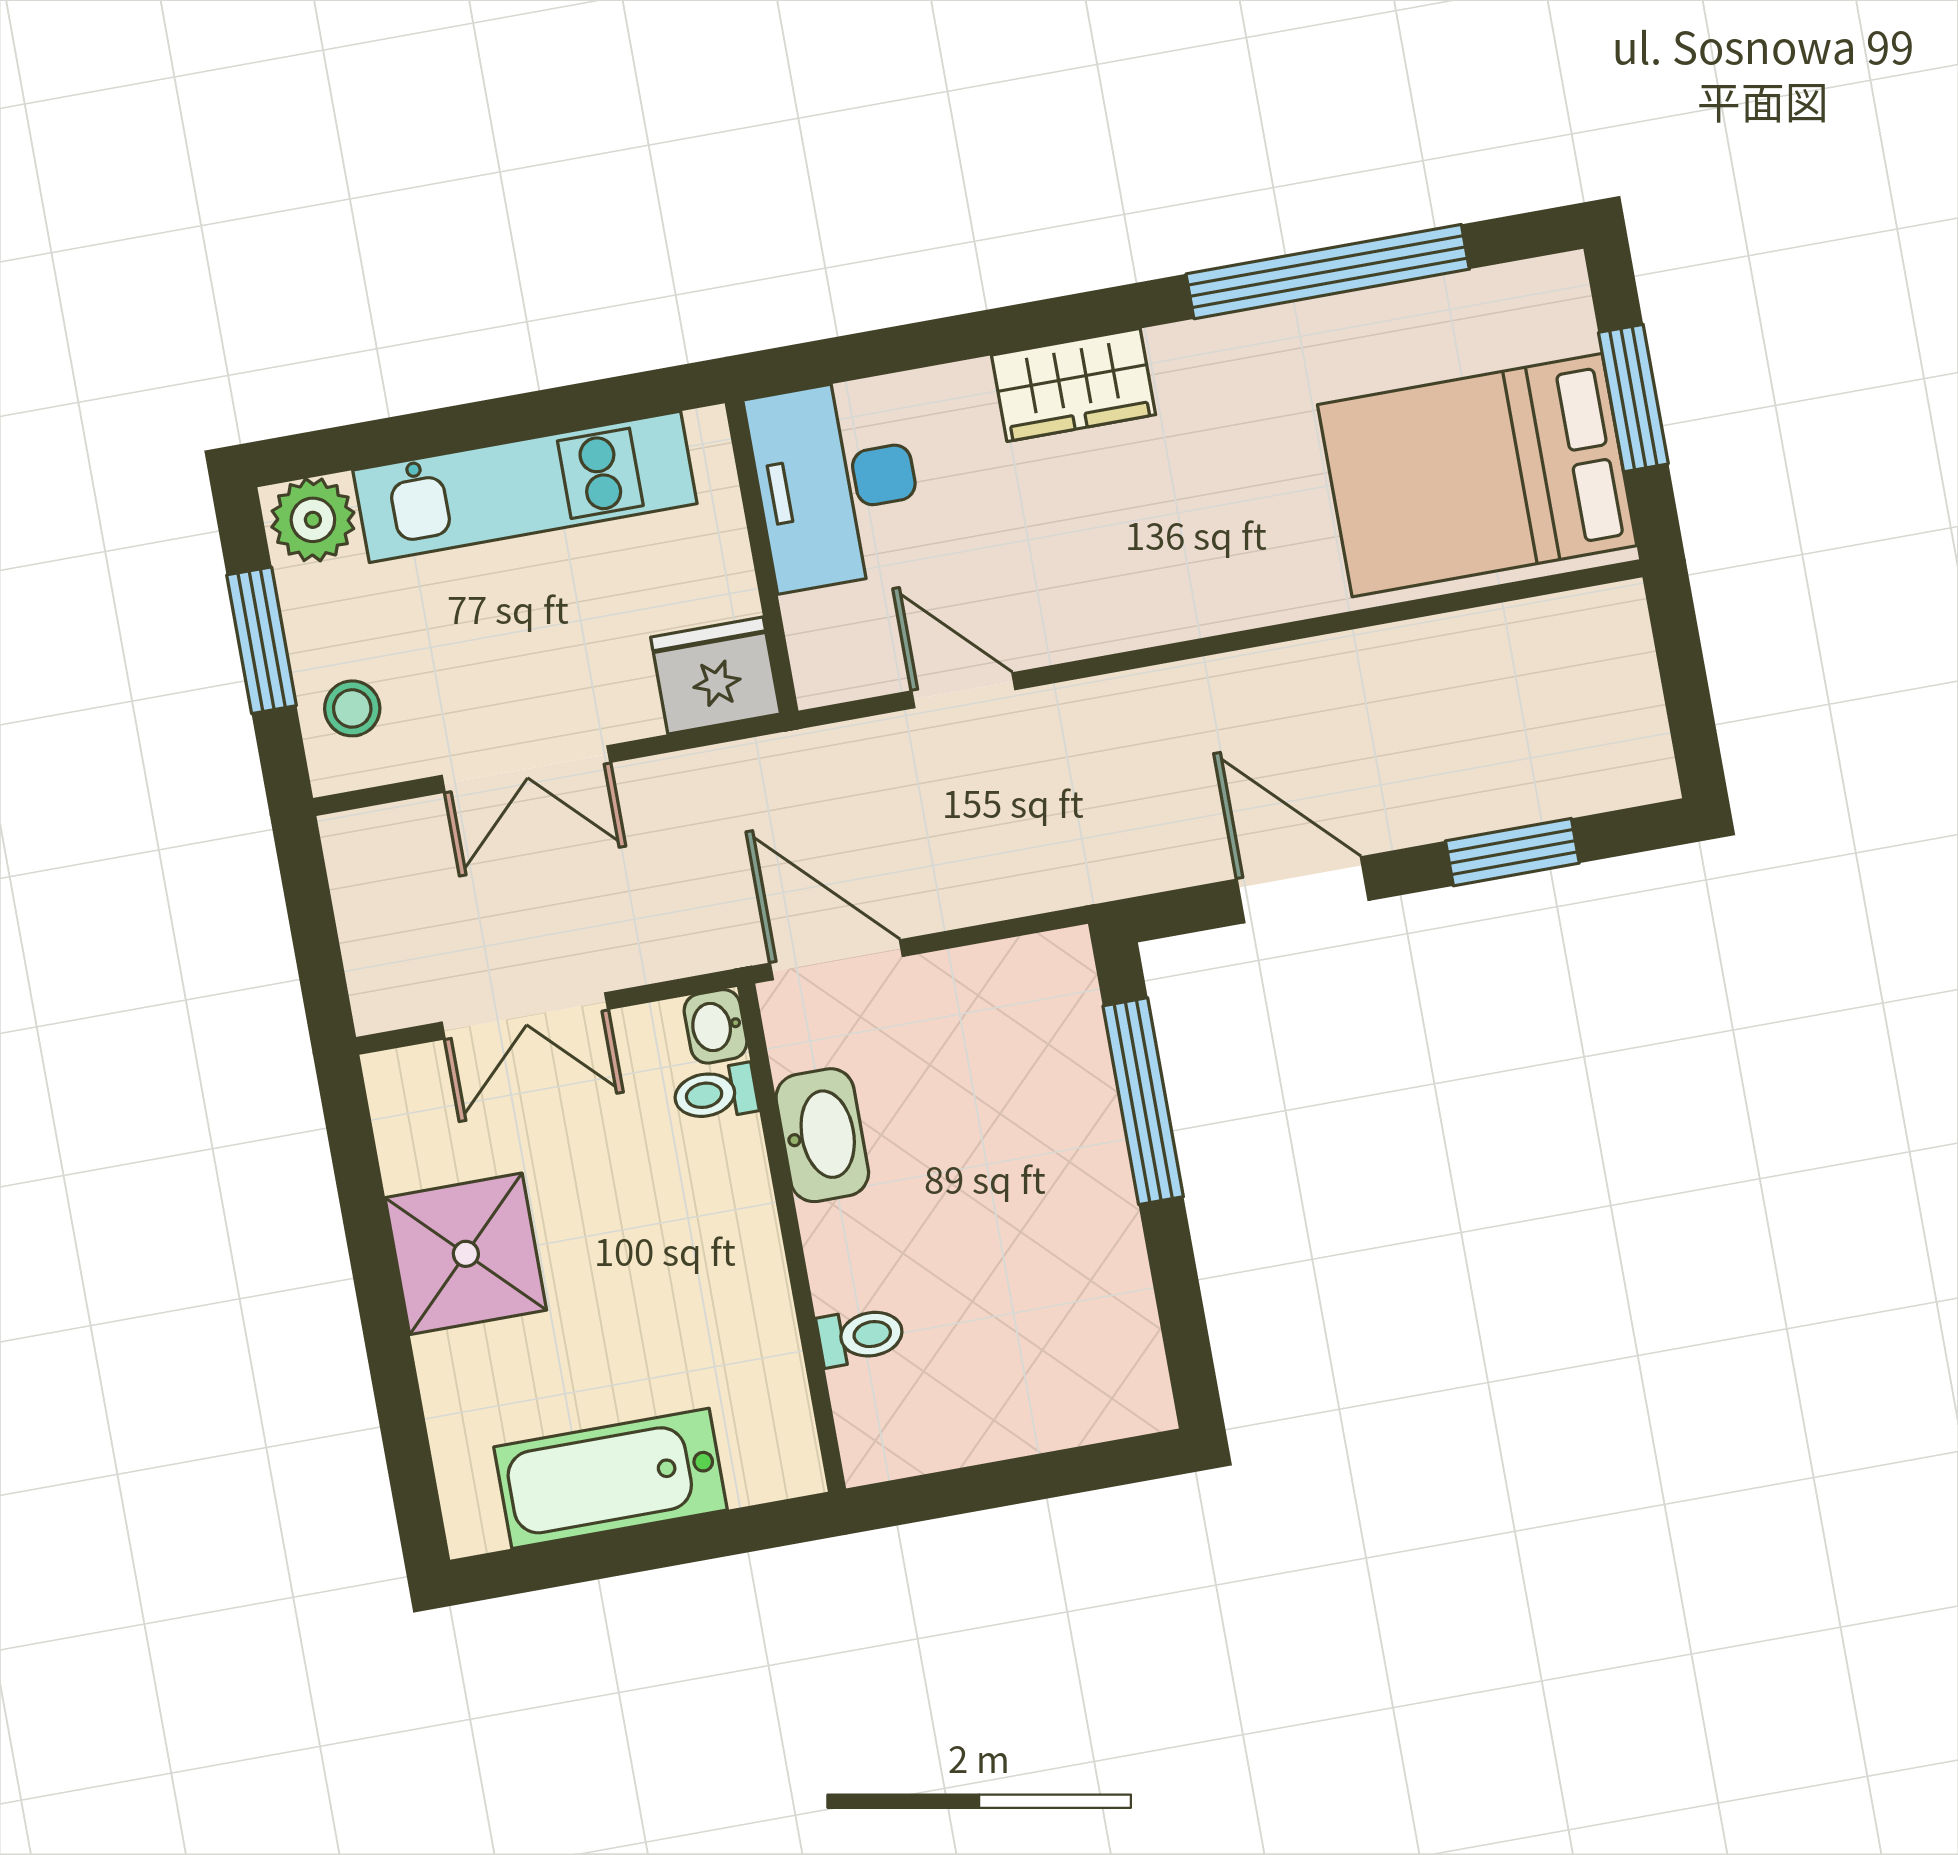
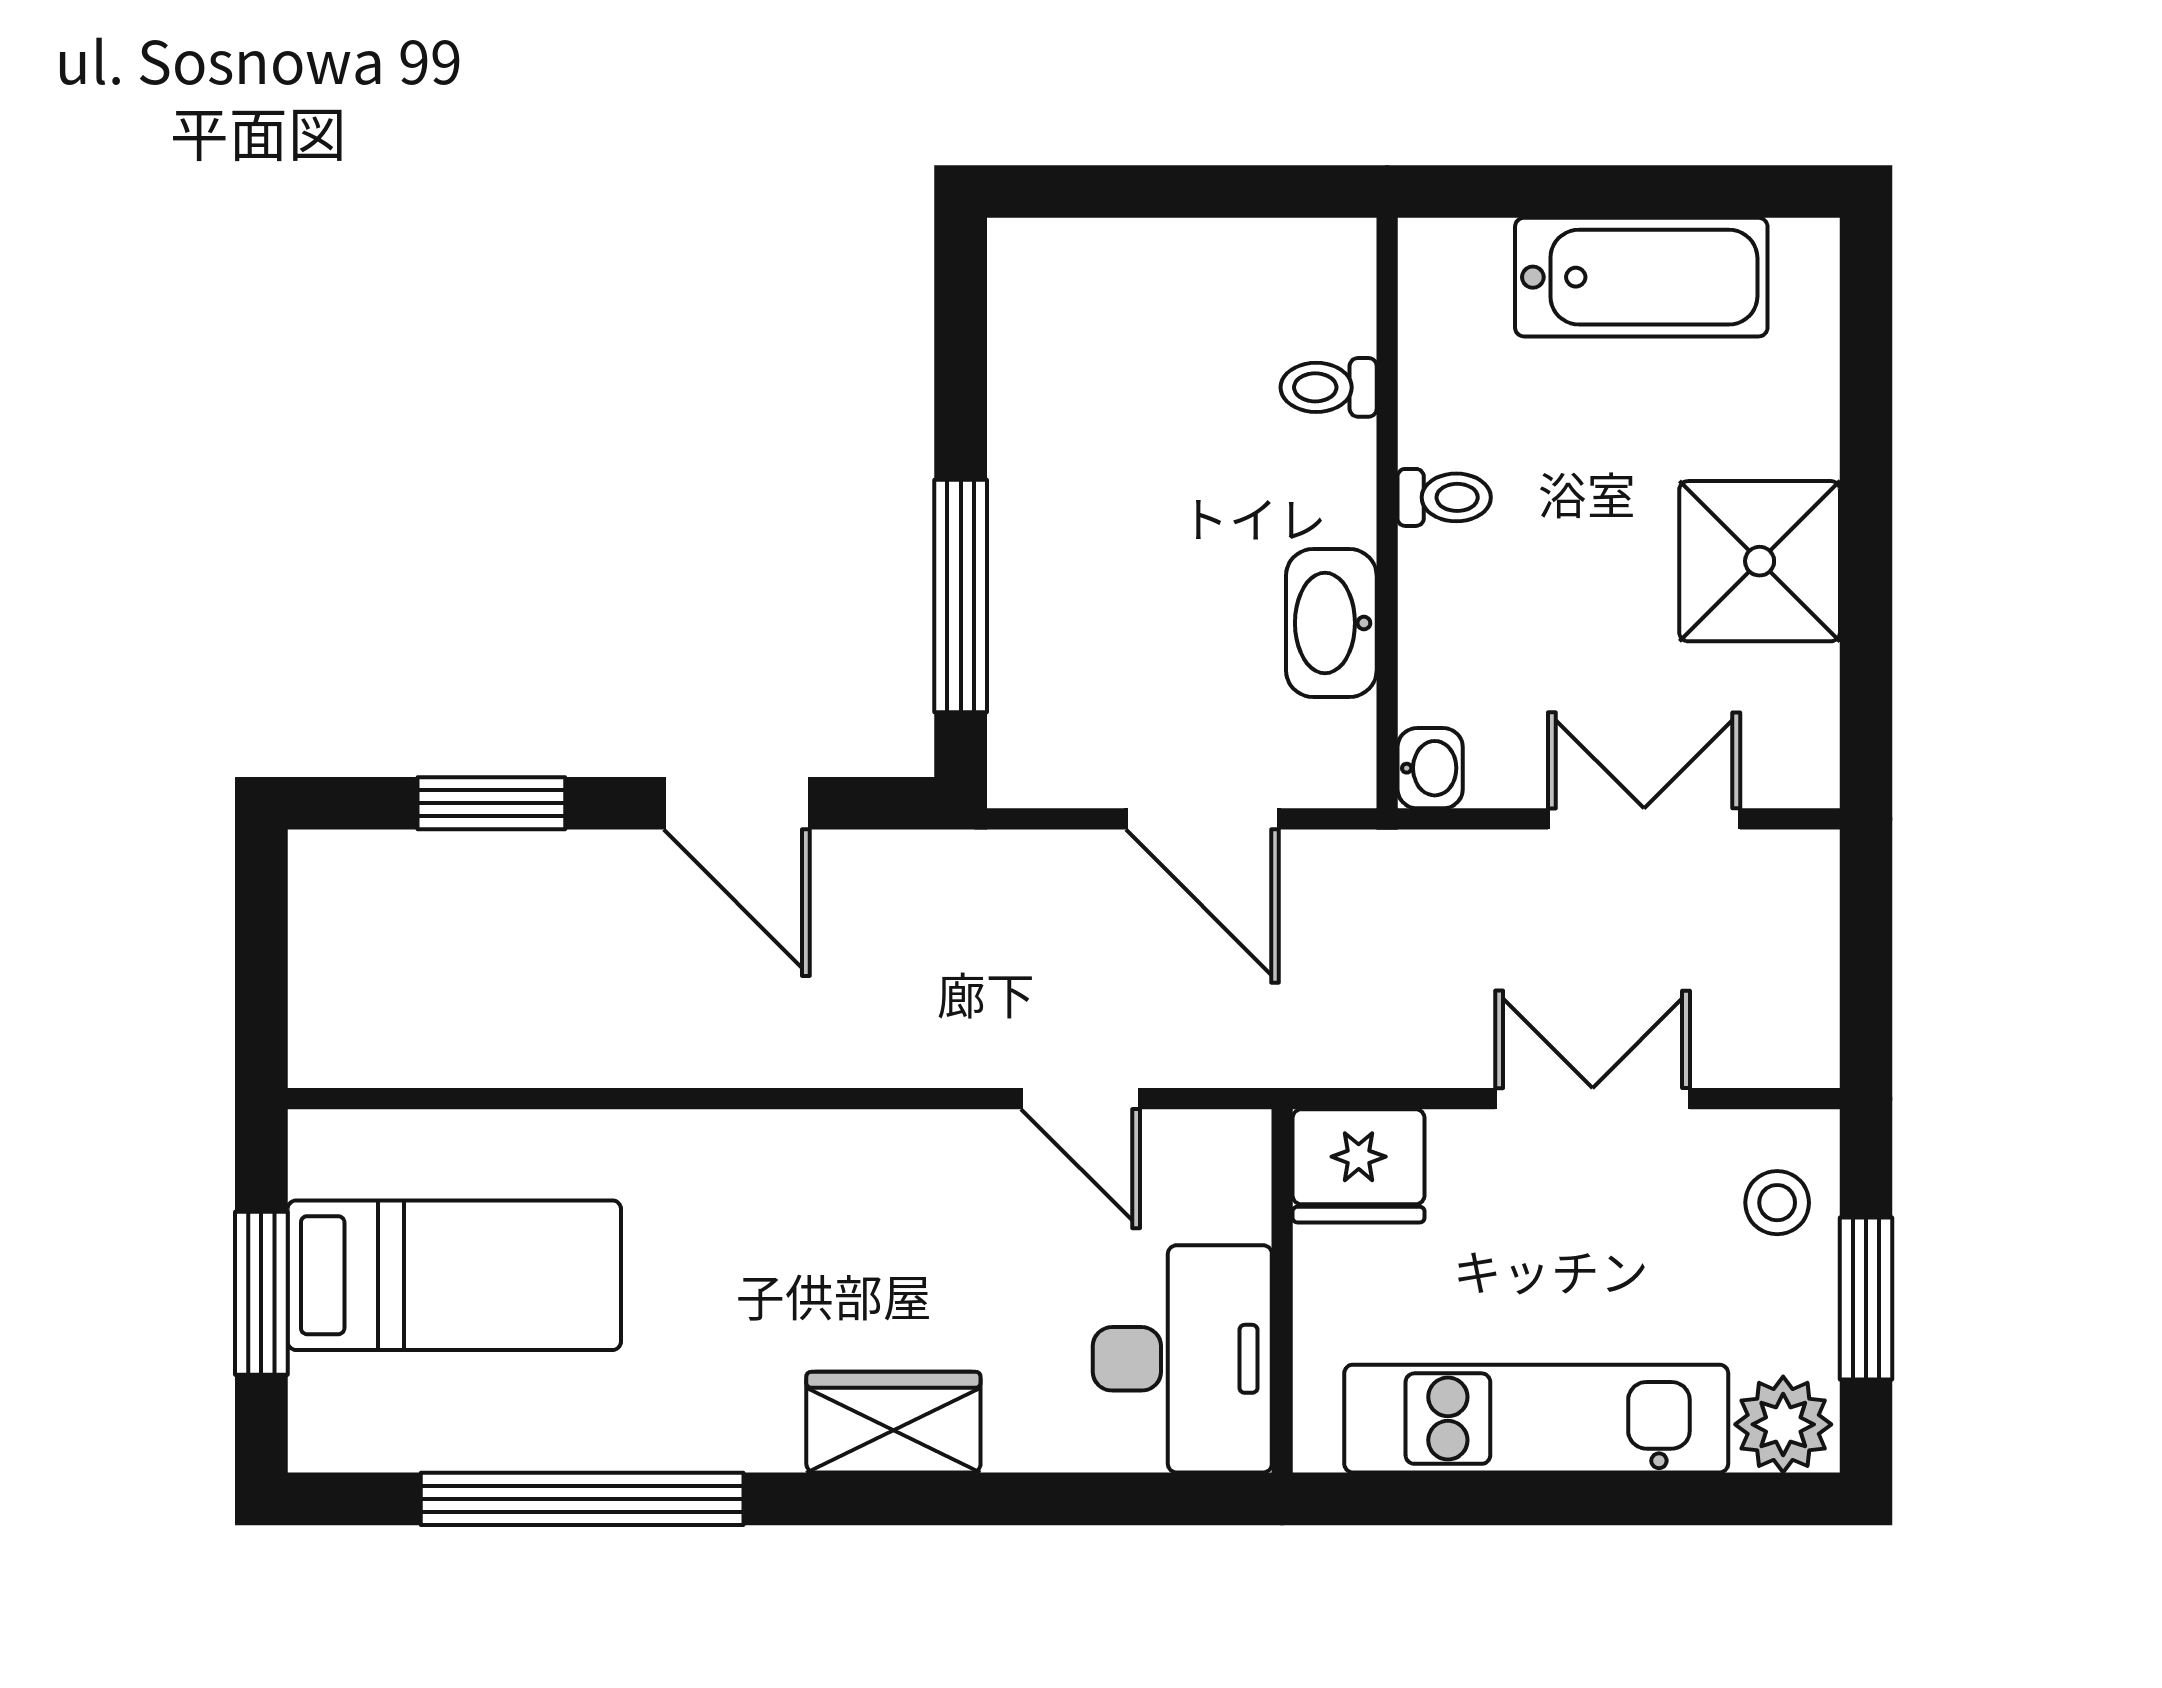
bed: (1477, 475) -> (454, 1275), width x0.67
door: (836, 960) -> (1202, 819), moved
toilet: (715, 1093) -> (1444, 497), moved

